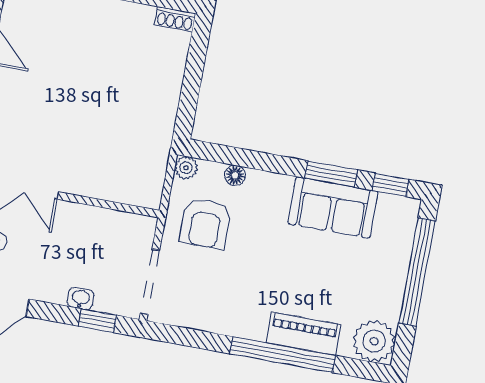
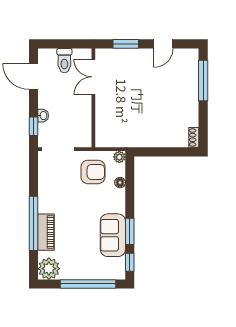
armchair: (205, 223) -> (93, 172), turned 180

